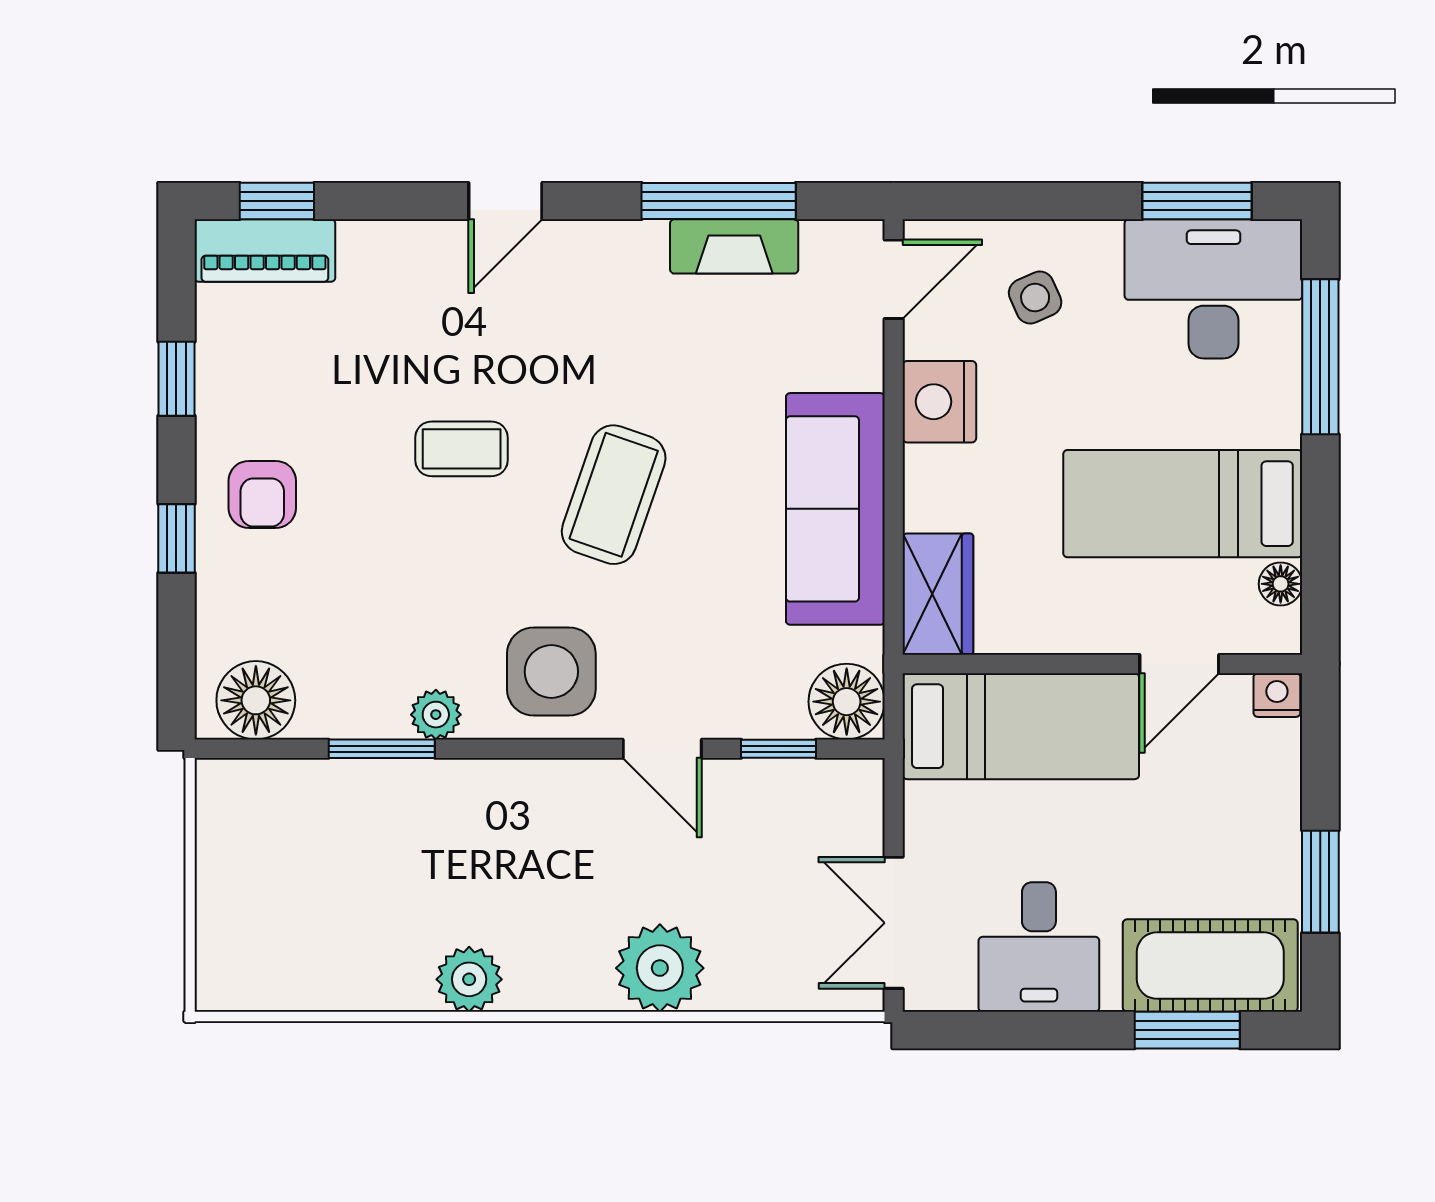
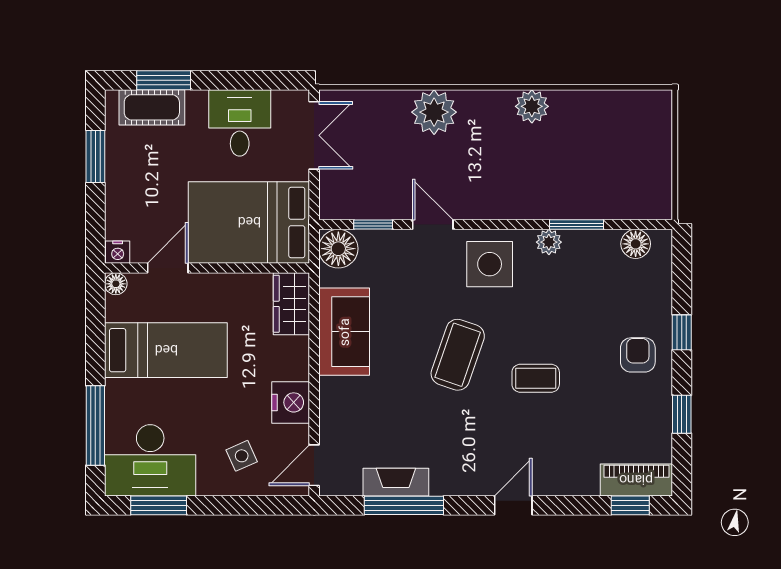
sofa: (835, 509) -> (344, 332), width x0.73
floor lamp: (1281, 584) -> (116, 284), moved
floor lamp: (256, 700) -> (636, 244), width x0.73, depth x0.73
bed: (1021, 726) -> (249, 222), width x1.50
cot: (1210, 966) -> (152, 107), width x0.73, depth x0.75

